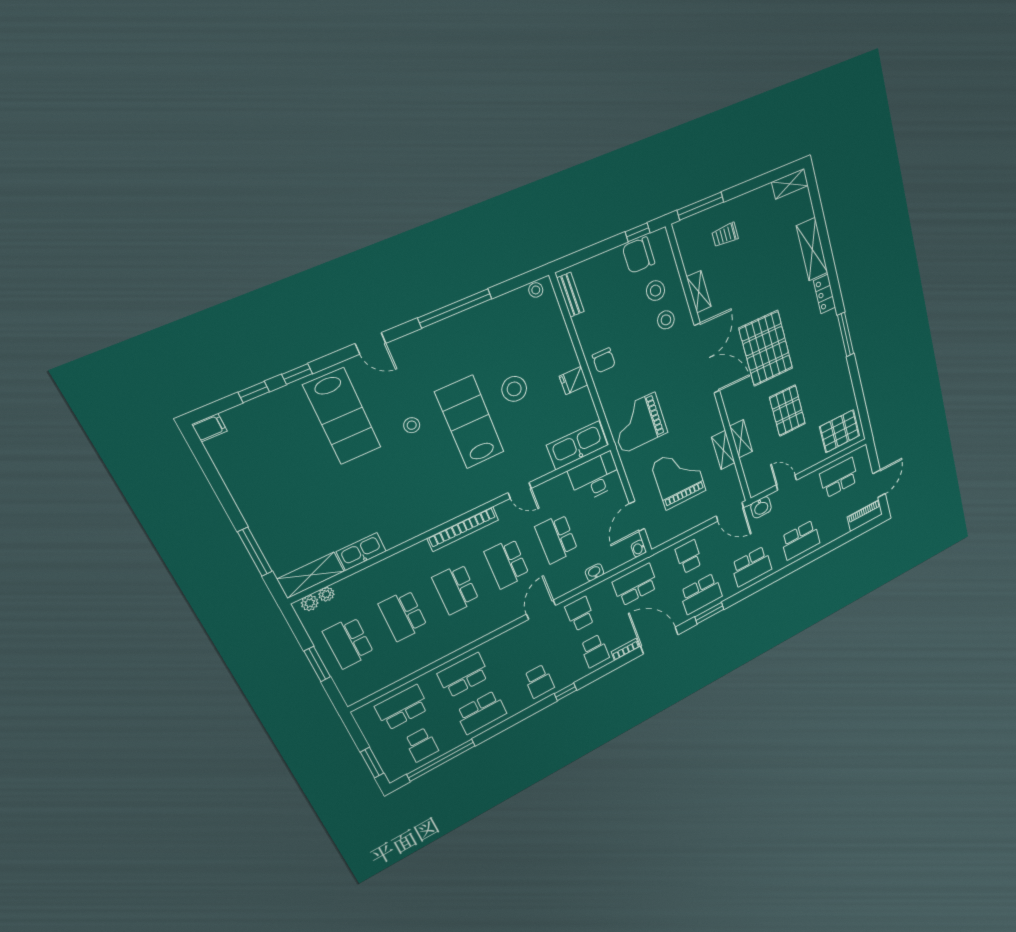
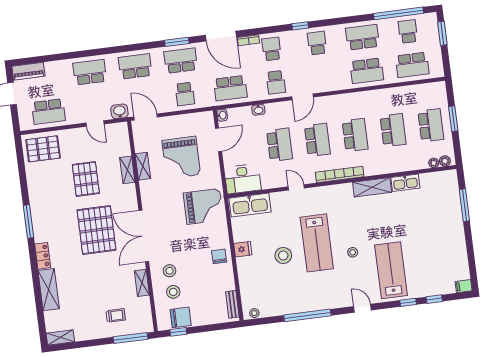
shelving: (311, 575) -> (372, 187), moved

